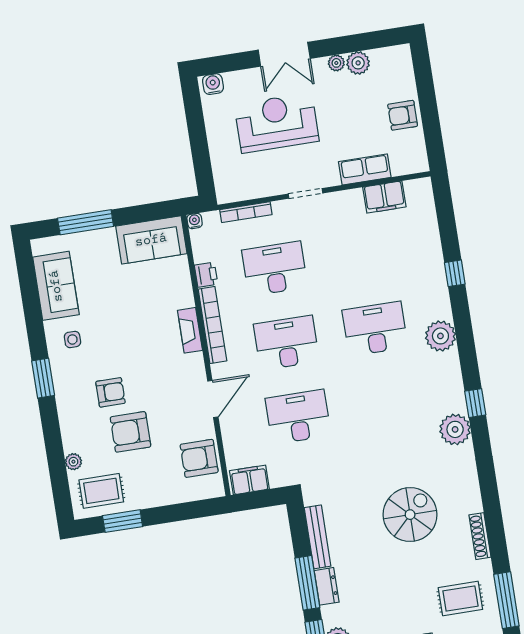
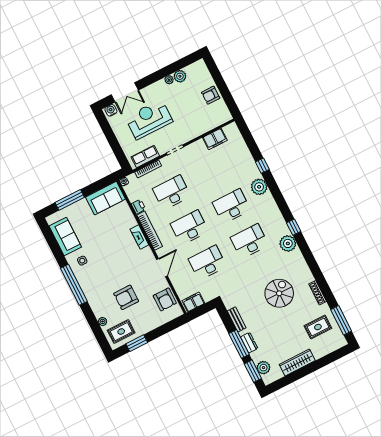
double door: (284, 54) -> (125, 92), moved
row of seats: (365, 169) -> (145, 156), moved
plant: (440, 336) -> (259, 187), moved
window: (43, 378) -> (74, 285), width x2.11
armchair: (110, 392) -> (110, 281), removed
desk: (387, 403) -> (249, 241), added
armchair: (199, 458) -> (165, 299), turned -90
bench: (318, 537) -> (237, 319), width x0.73

